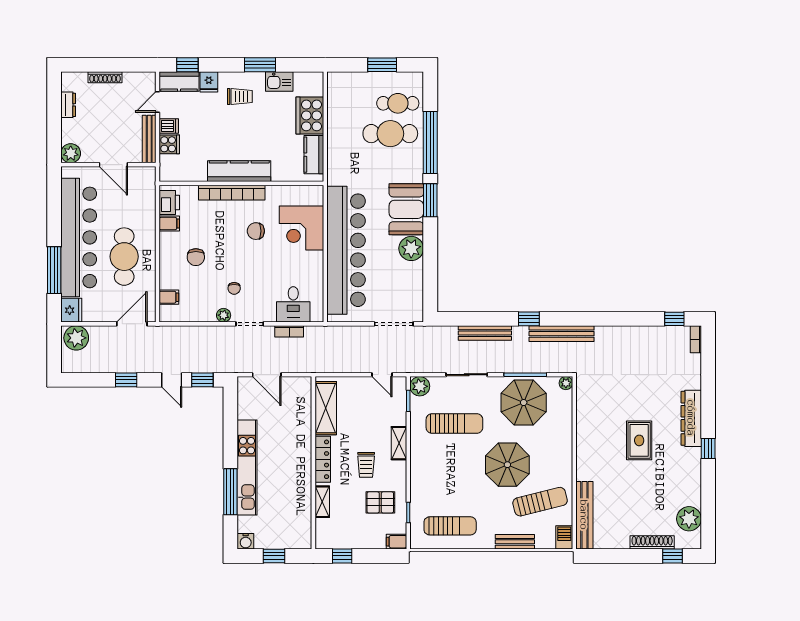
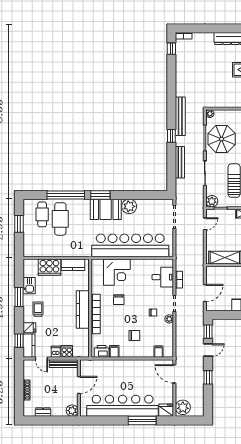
cafe table: (124, 257) -> (134, 379), removed

